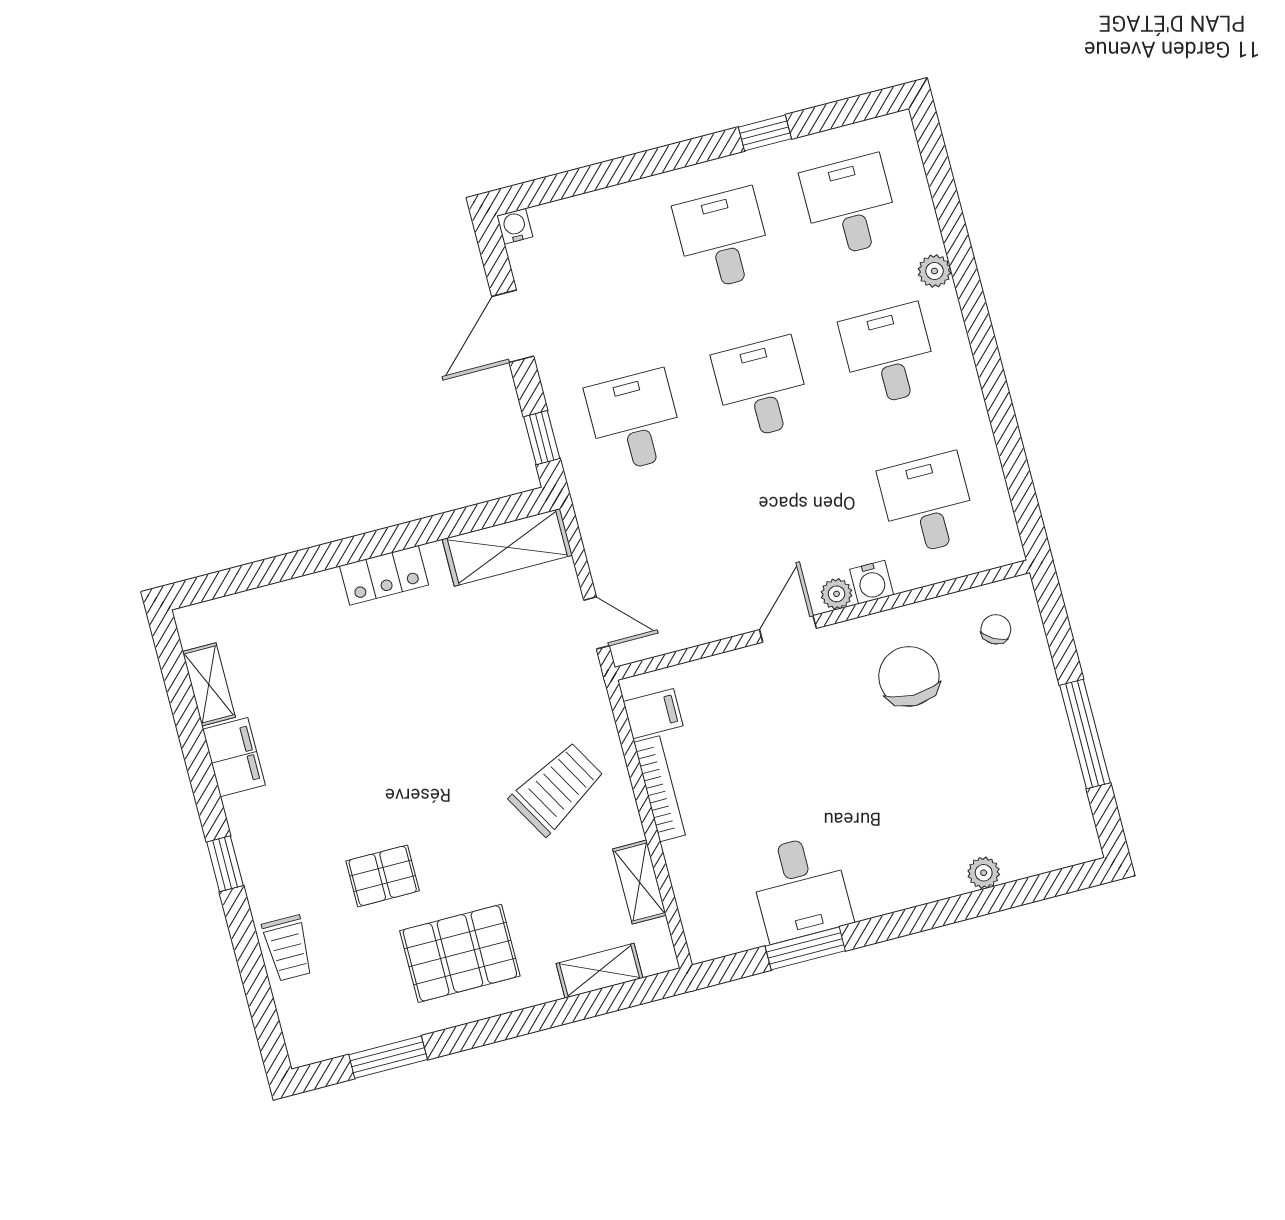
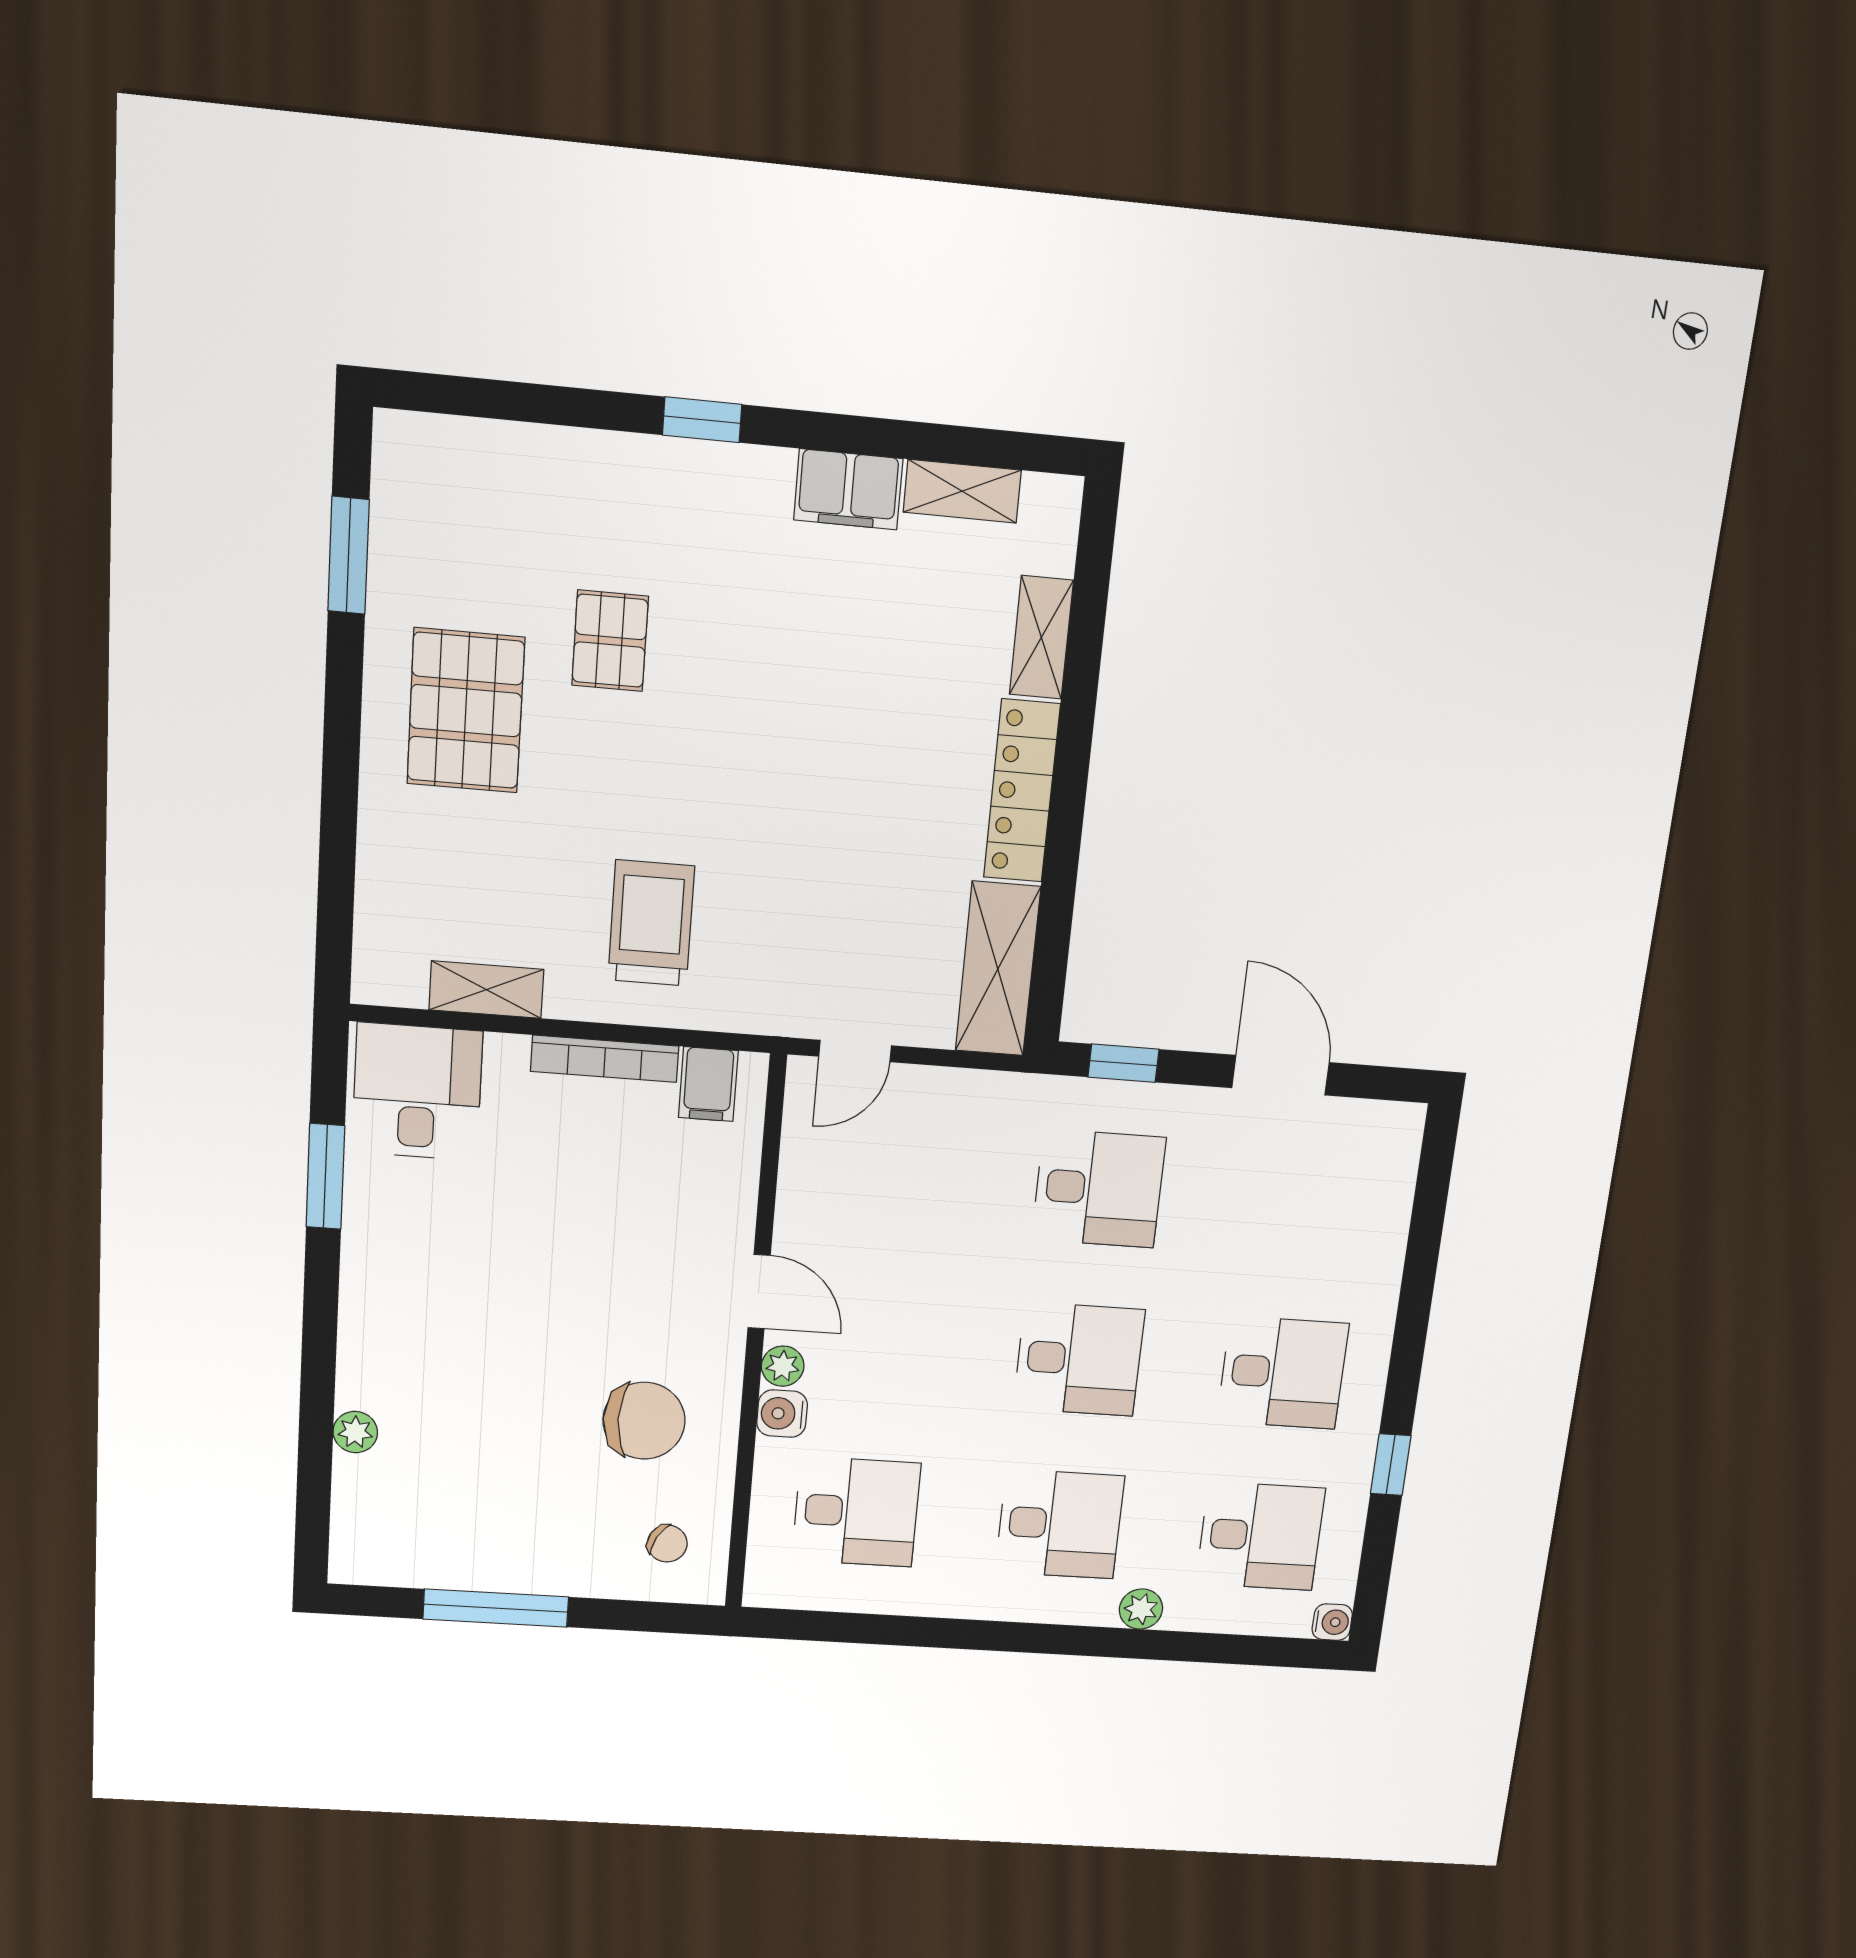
water cooler: (515, 226) -> (1332, 1622), moved
locker: (384, 575) -> (1022, 791), width x1.53
trolley: (557, 788) -> (651, 923), turned -150
desk: (800, 888) -> (417, 1092), moved, turned 90
trolley: (288, 948) -> (551, 467), removed
shelving: (600, 971) -> (1041, 637), moved

